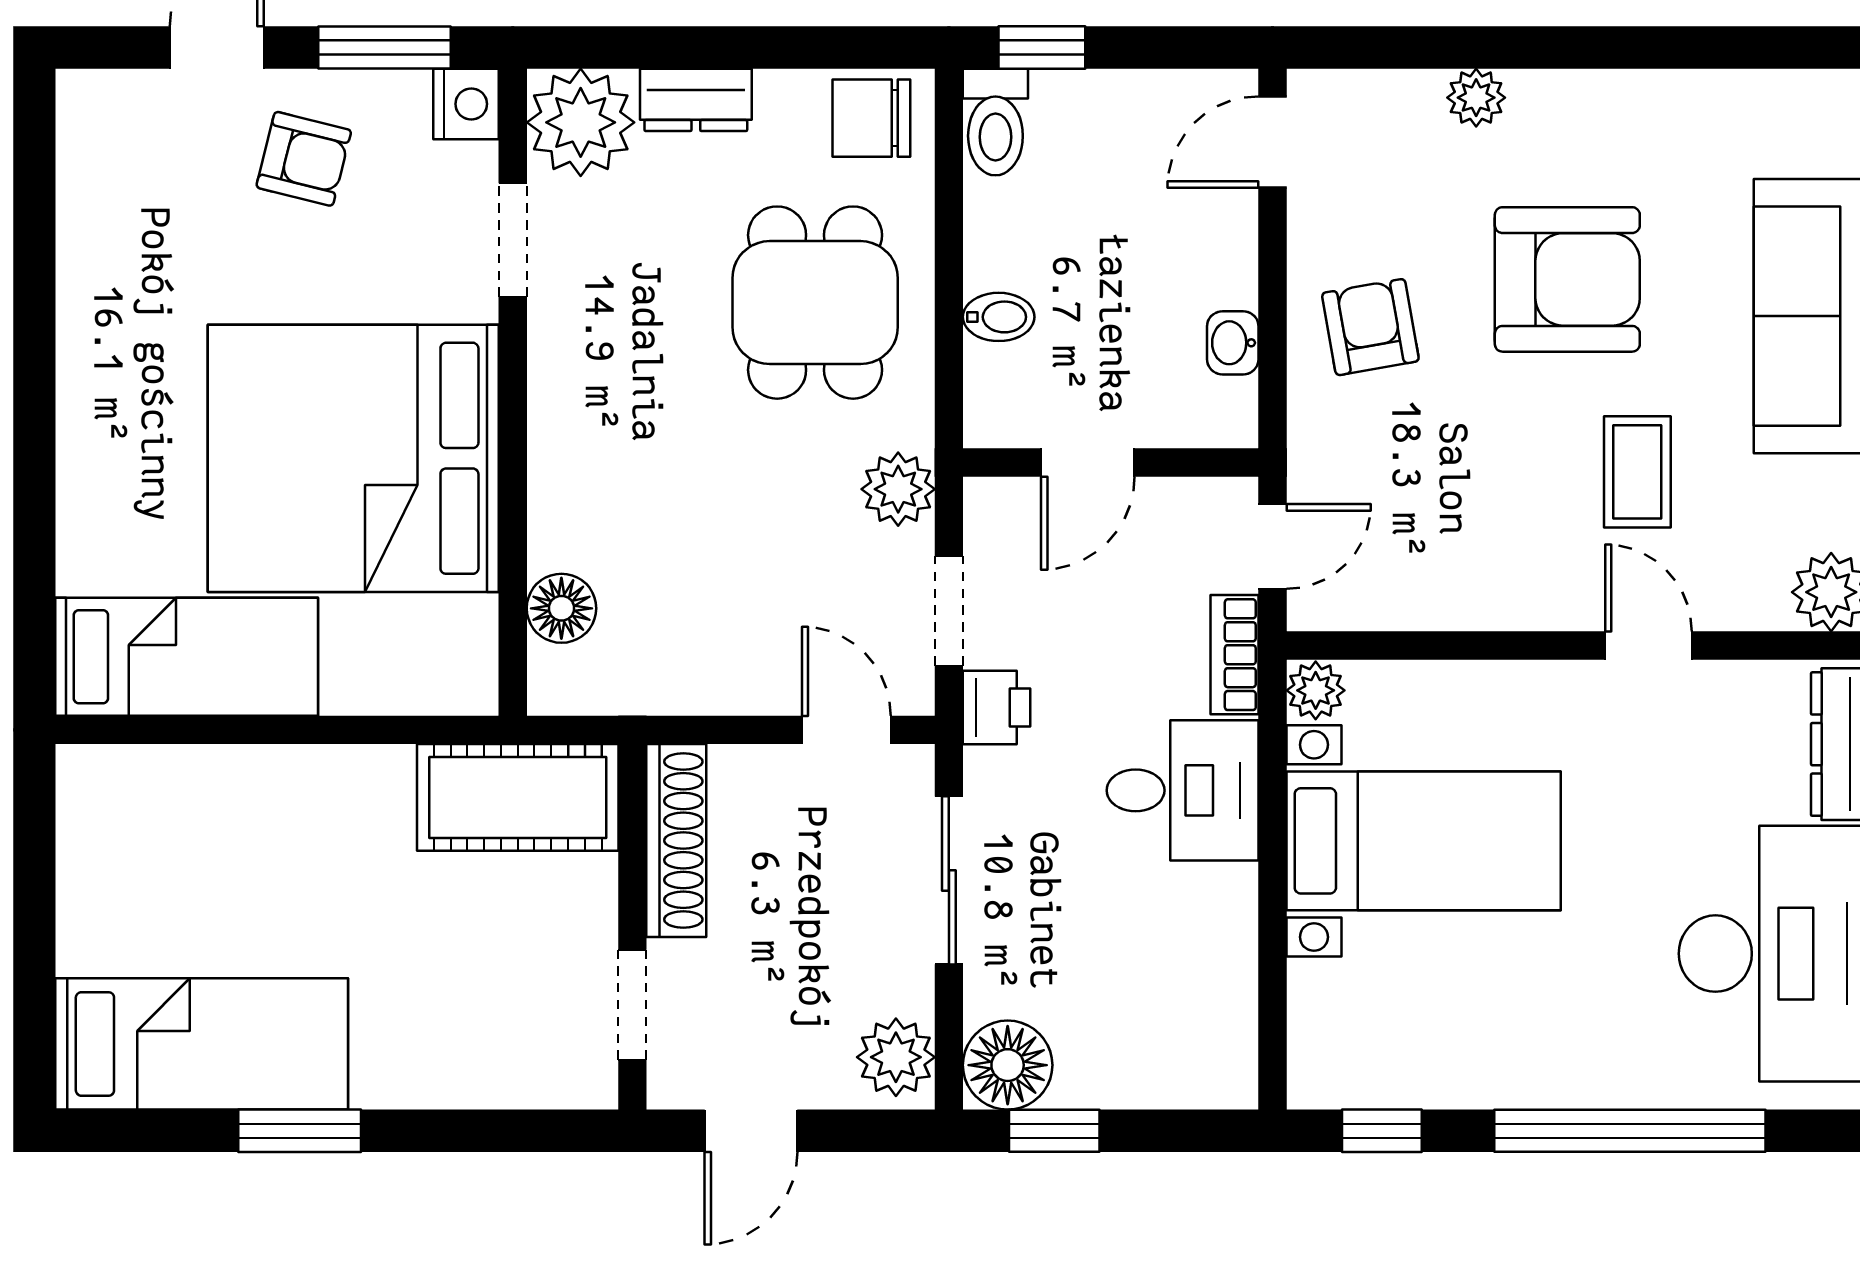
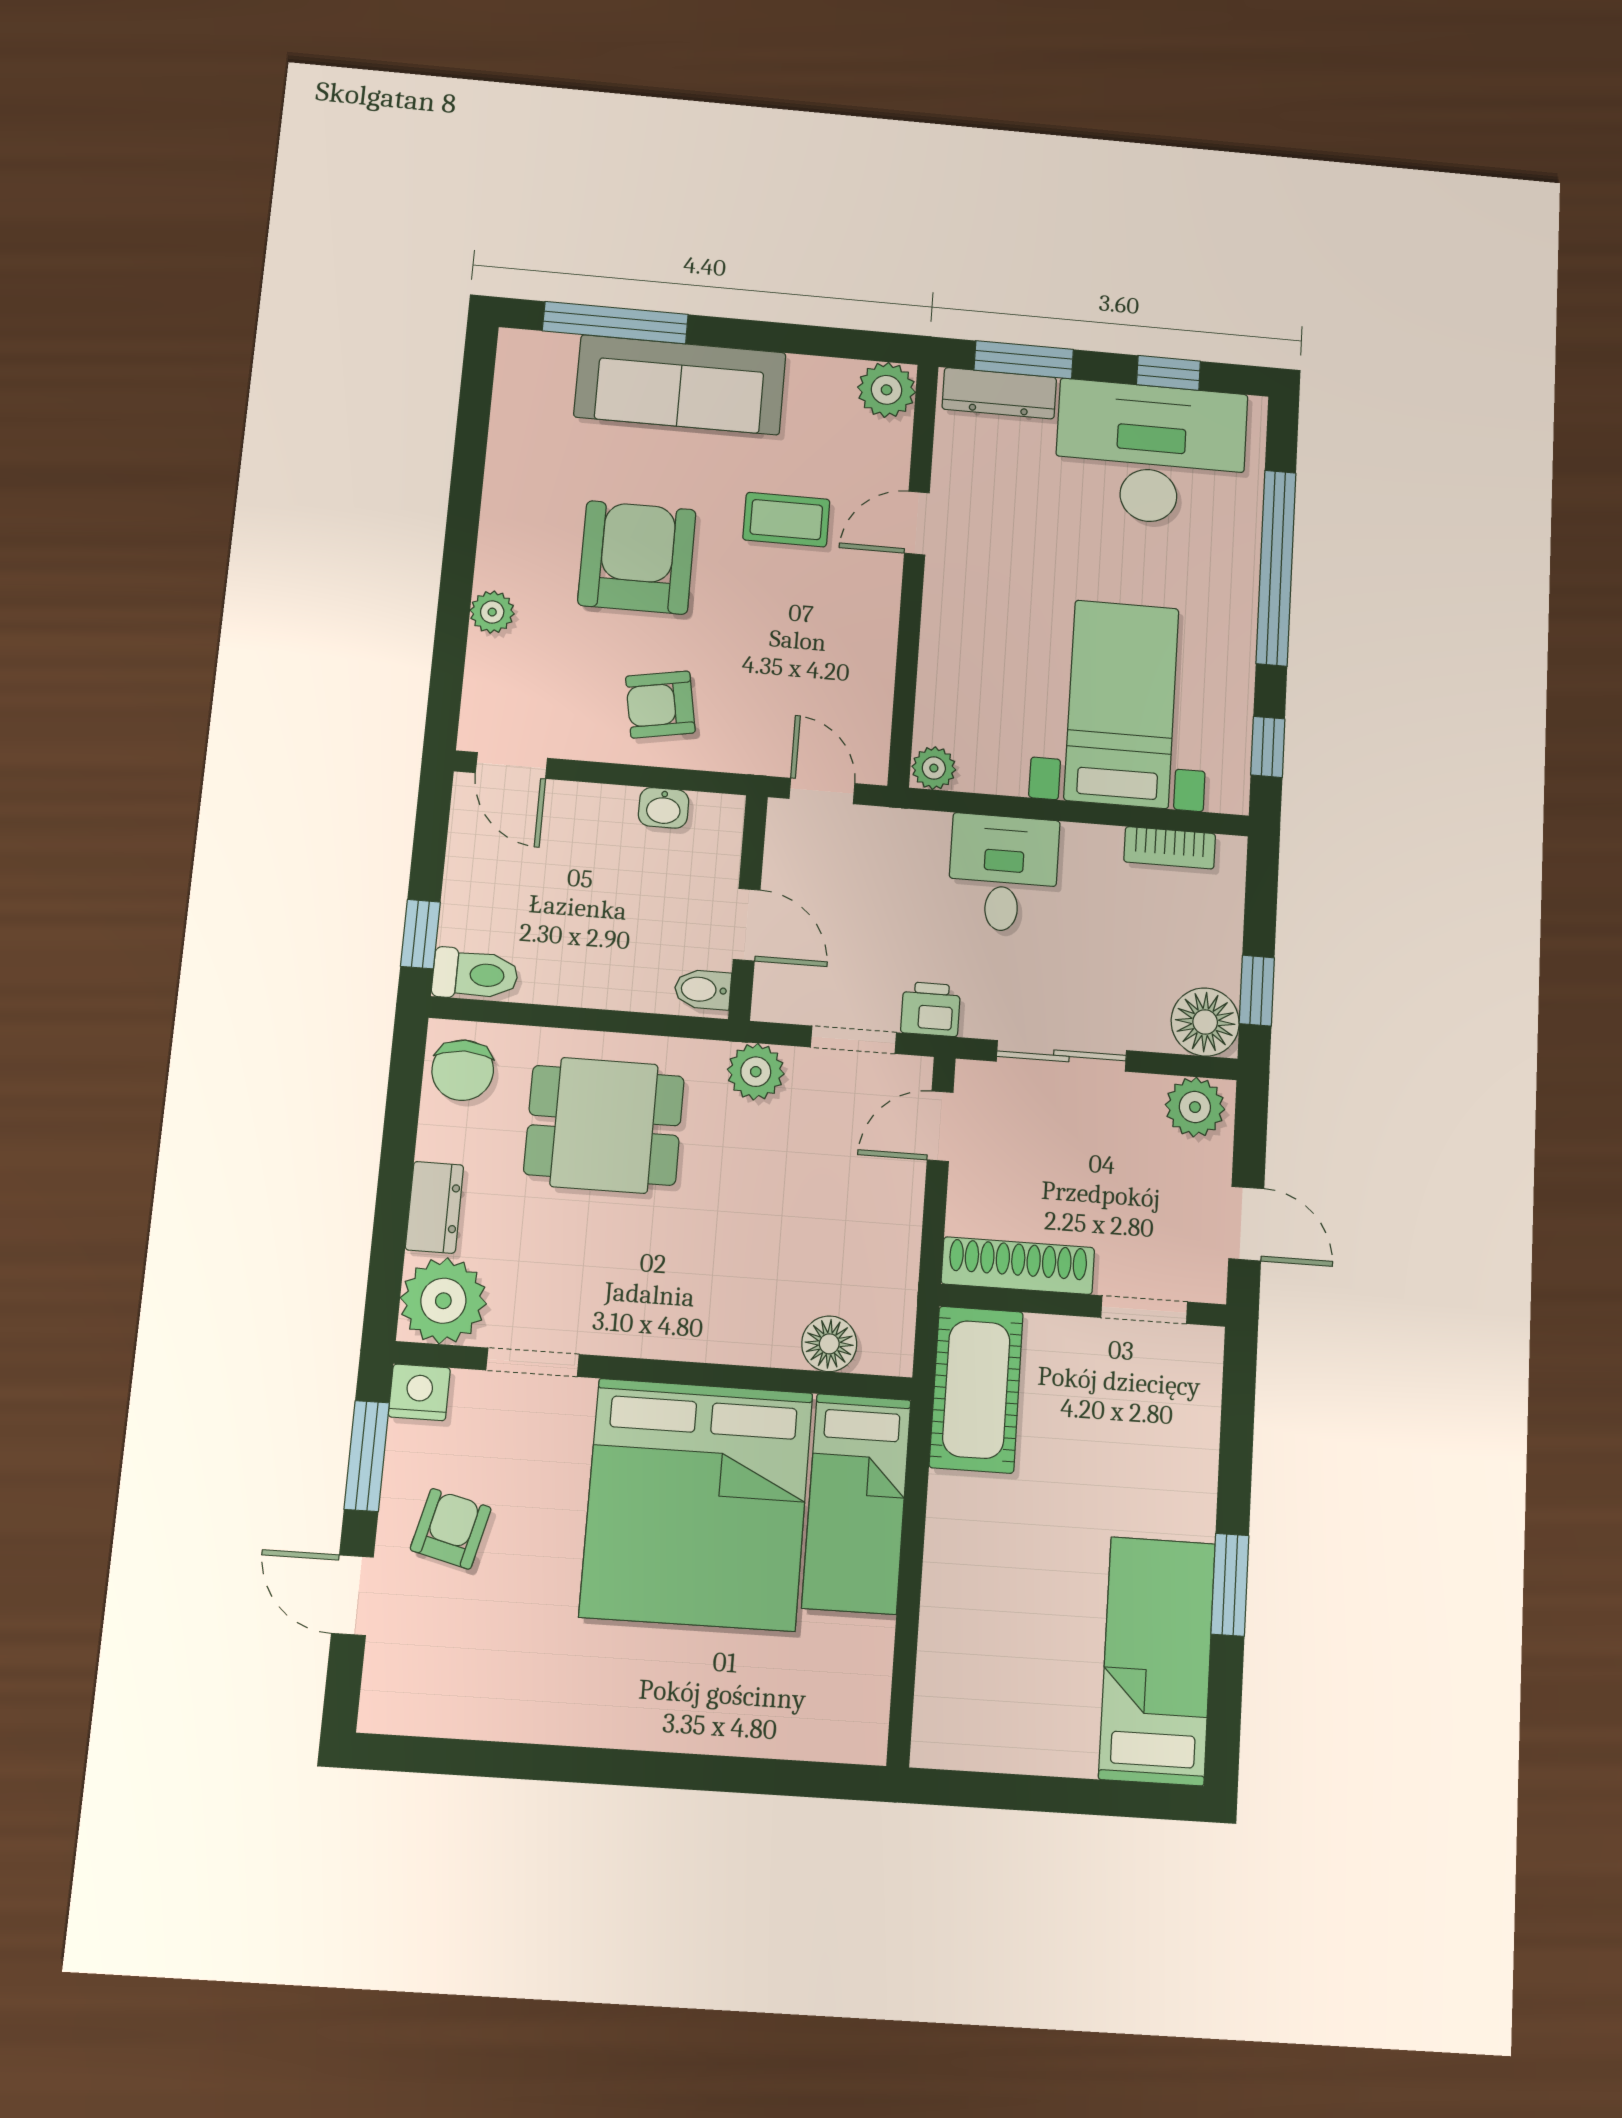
bidet: (999, 317) -> (703, 989), moved, turned -90
bookcase: (1235, 655) -> (1170, 848), moved
bed: (187, 657) -> (857, 1504), moved, turned 180
bed with nightstands: (1424, 841) -> (1122, 704), moved

